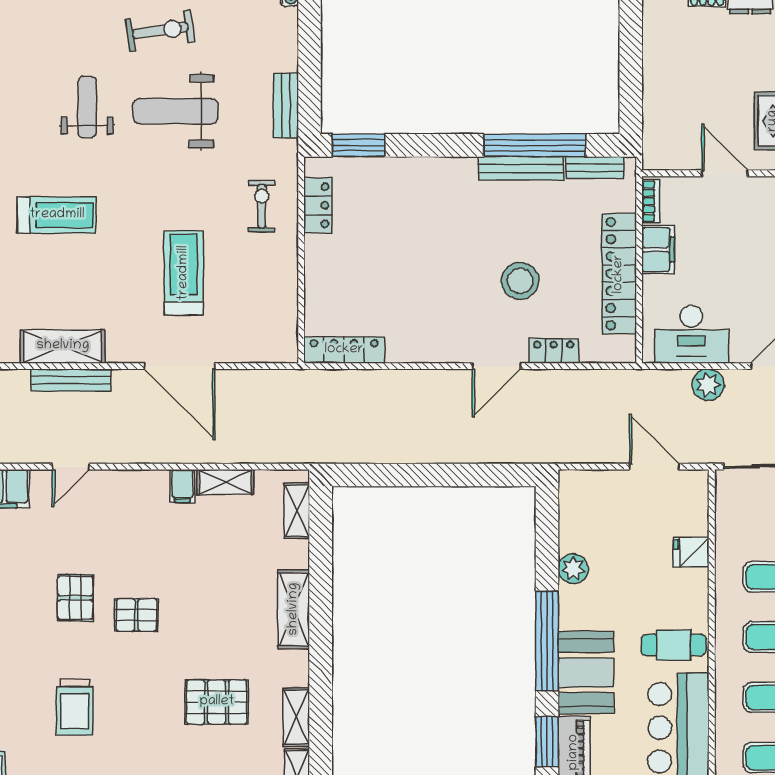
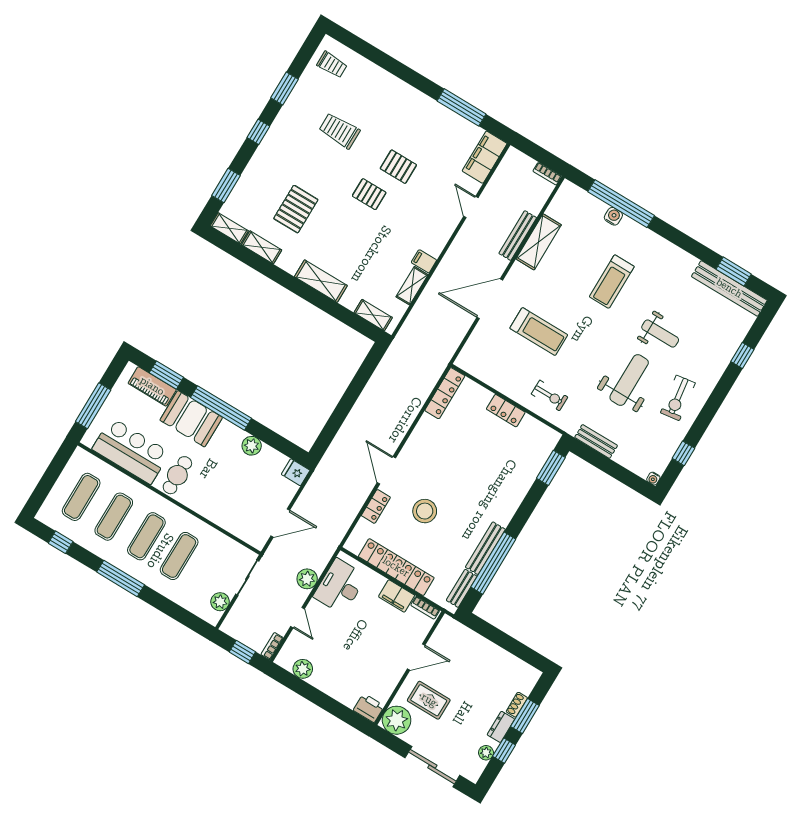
locker: (318, 205) -> (506, 411), moved
fridge: (691, 552) -> (296, 472), moved, turned -90
pallet: (136, 615) -> (369, 194), turned 90

